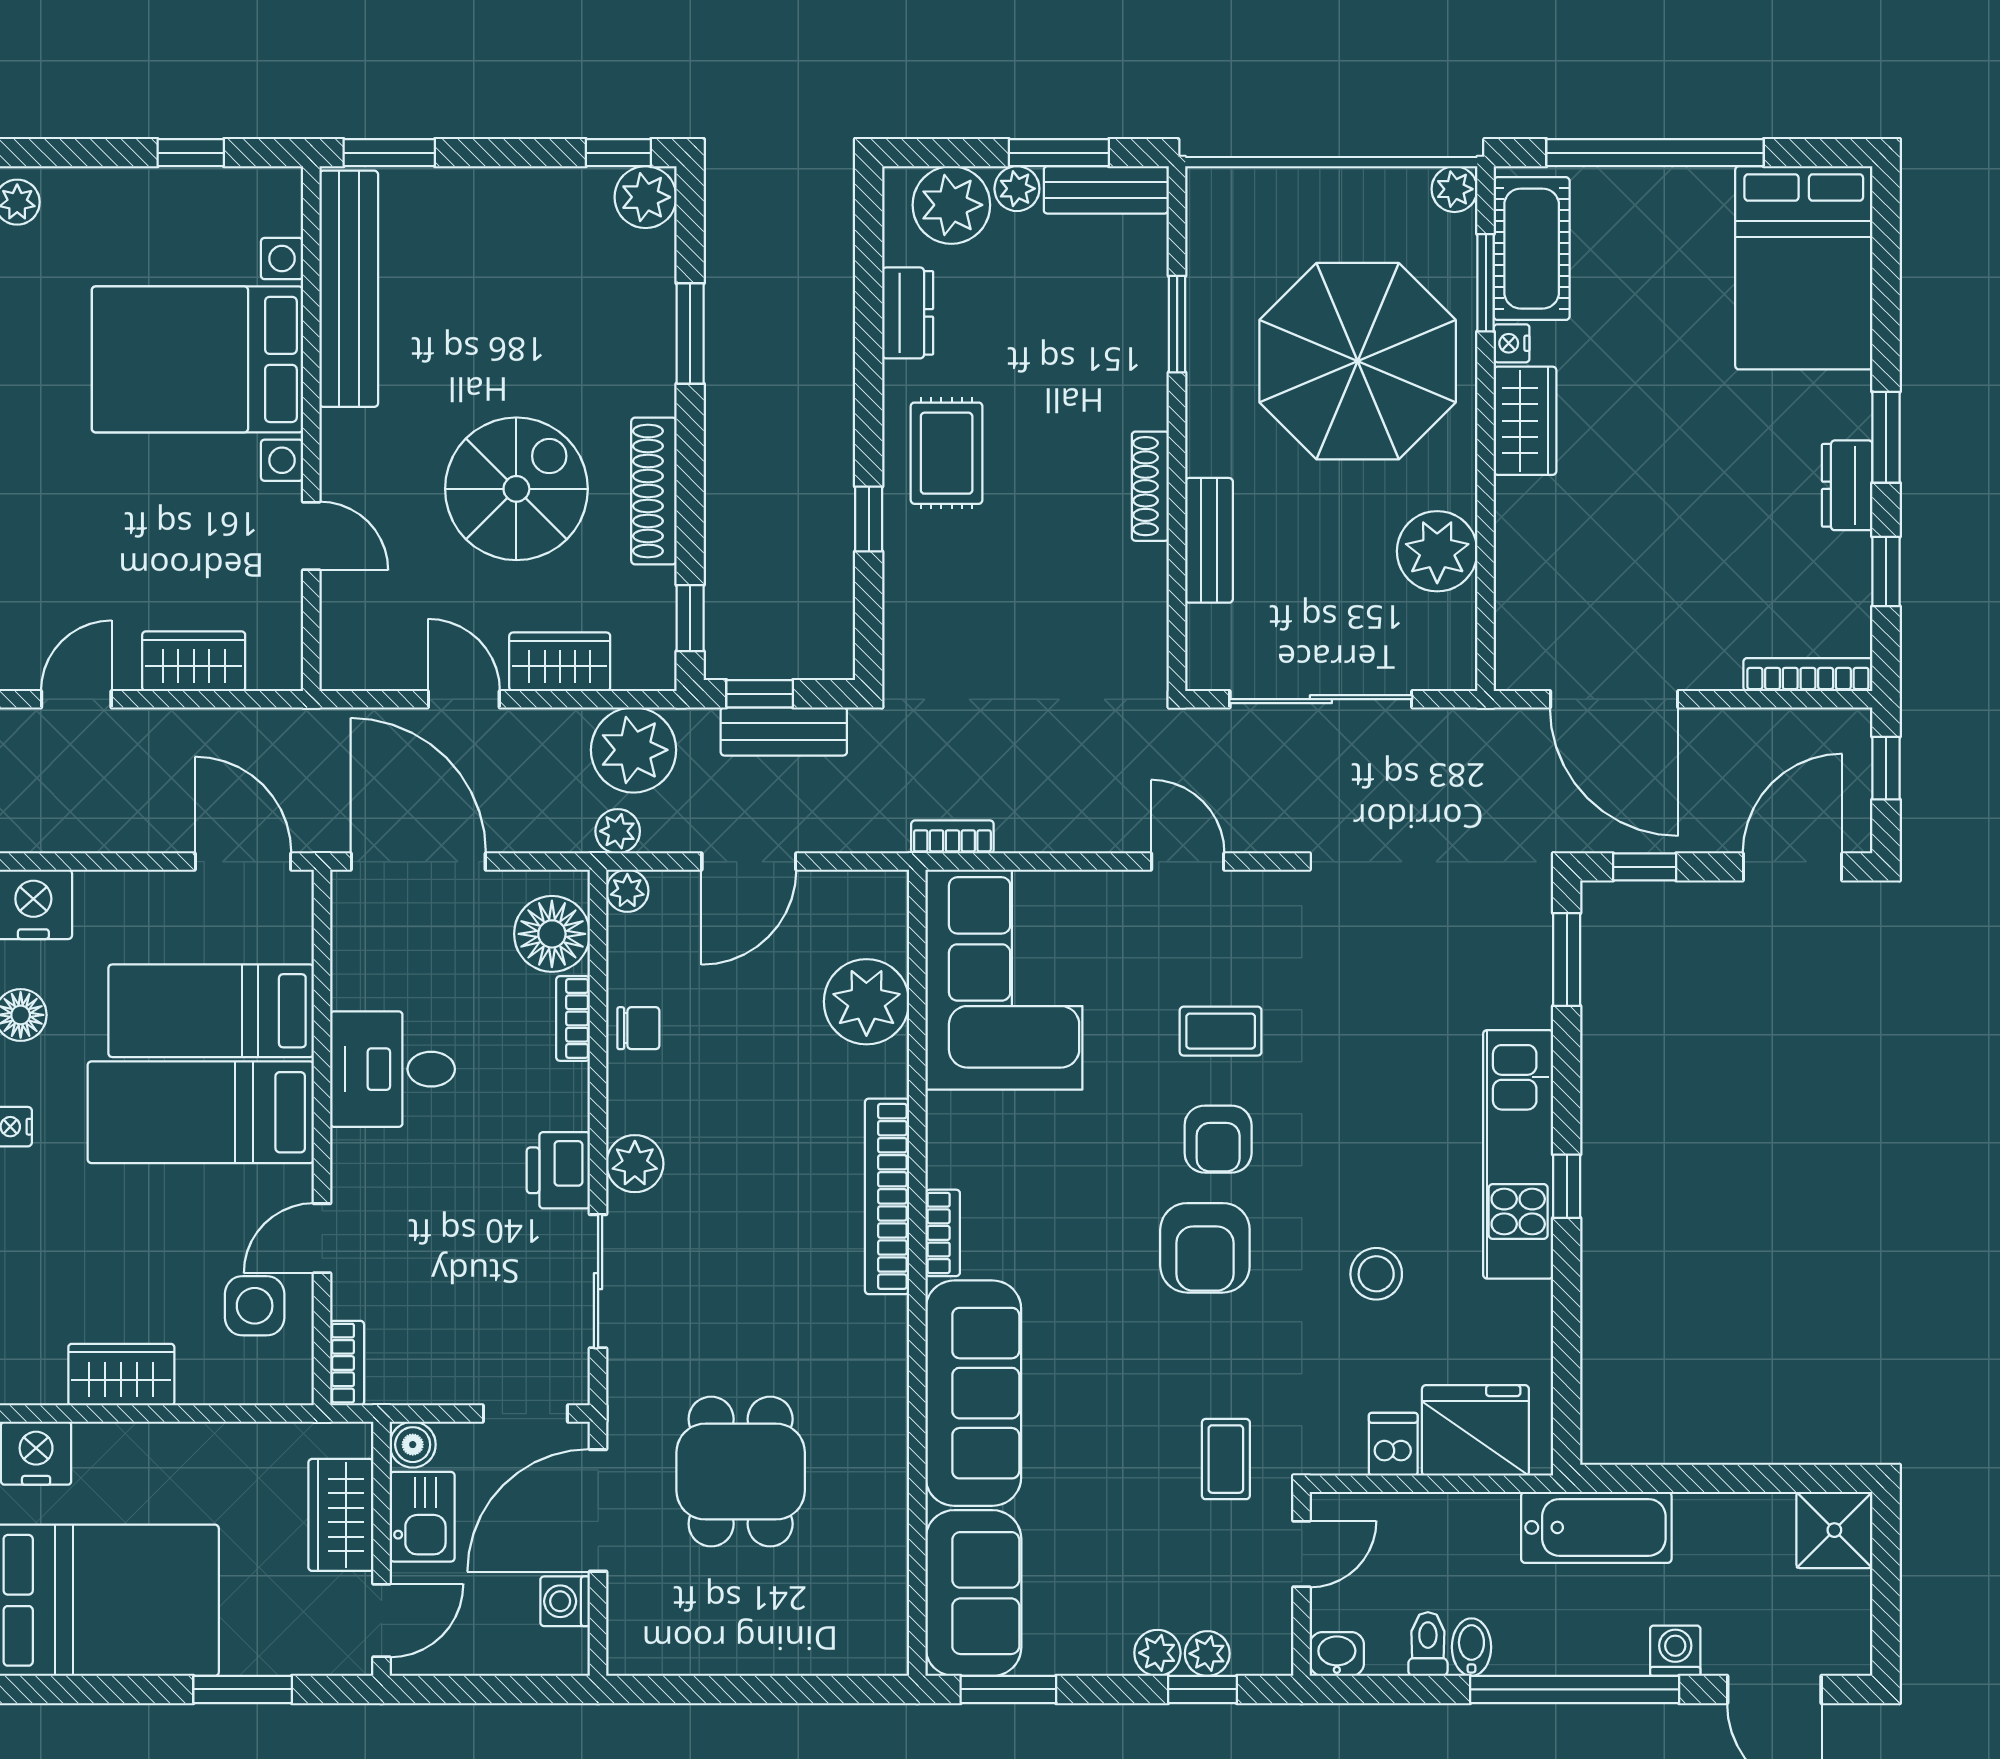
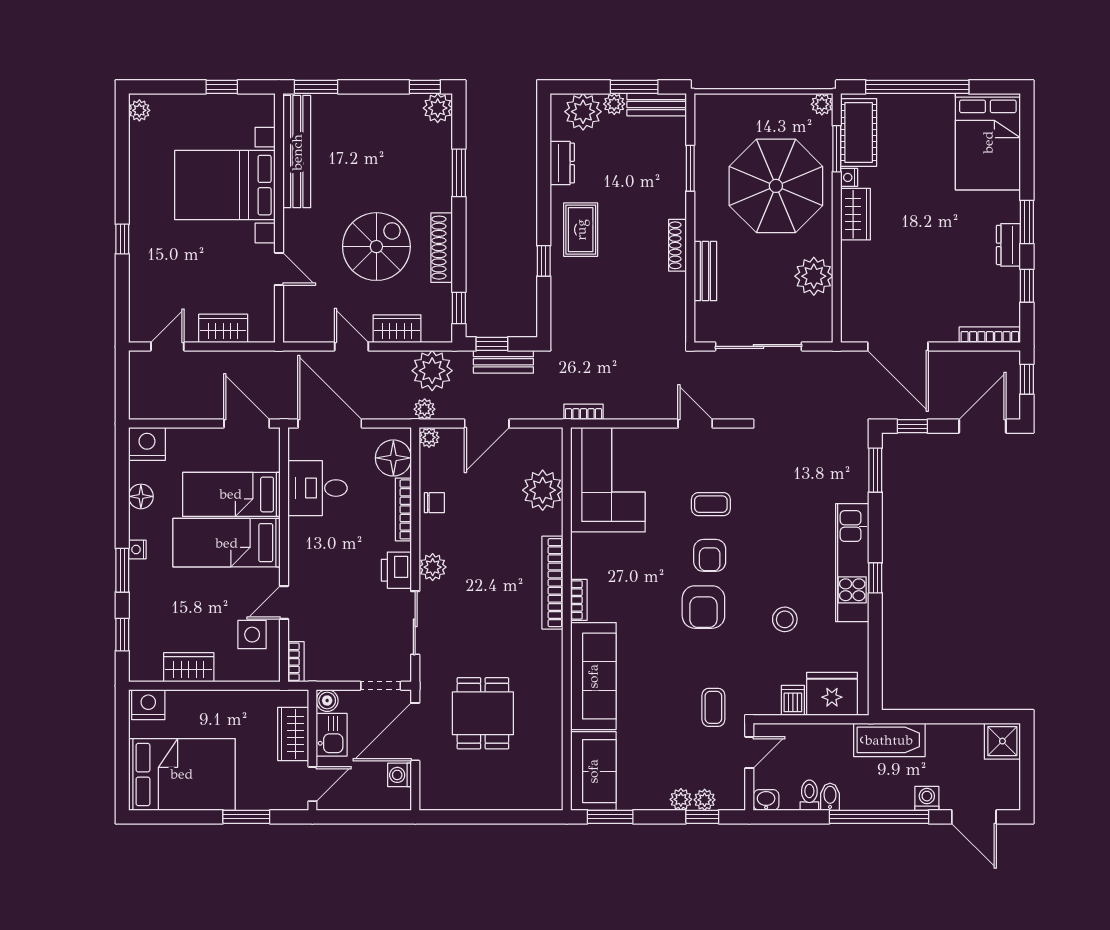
bookcase: (573, 1018) -> (403, 509), width x1.56
desk: (393, 1069) -> (318, 488), moved

